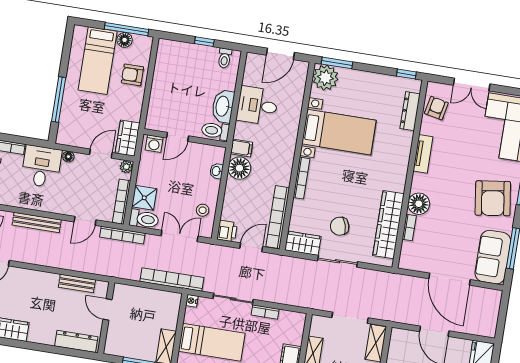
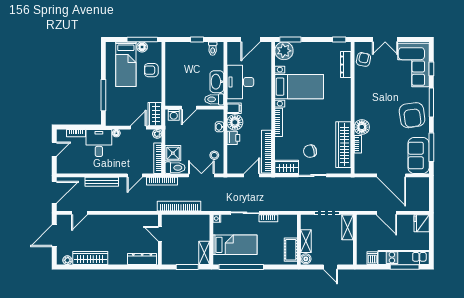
desk: (257, 106) -> (240, 82), width x1.37
tv unit: (423, 154) -> (359, 92), removed
printer: (227, 231) -> (233, 138), moved
bookcase: (172, 279) -> (179, 206), moved
bench: (77, 283) -> (136, 219), removed

